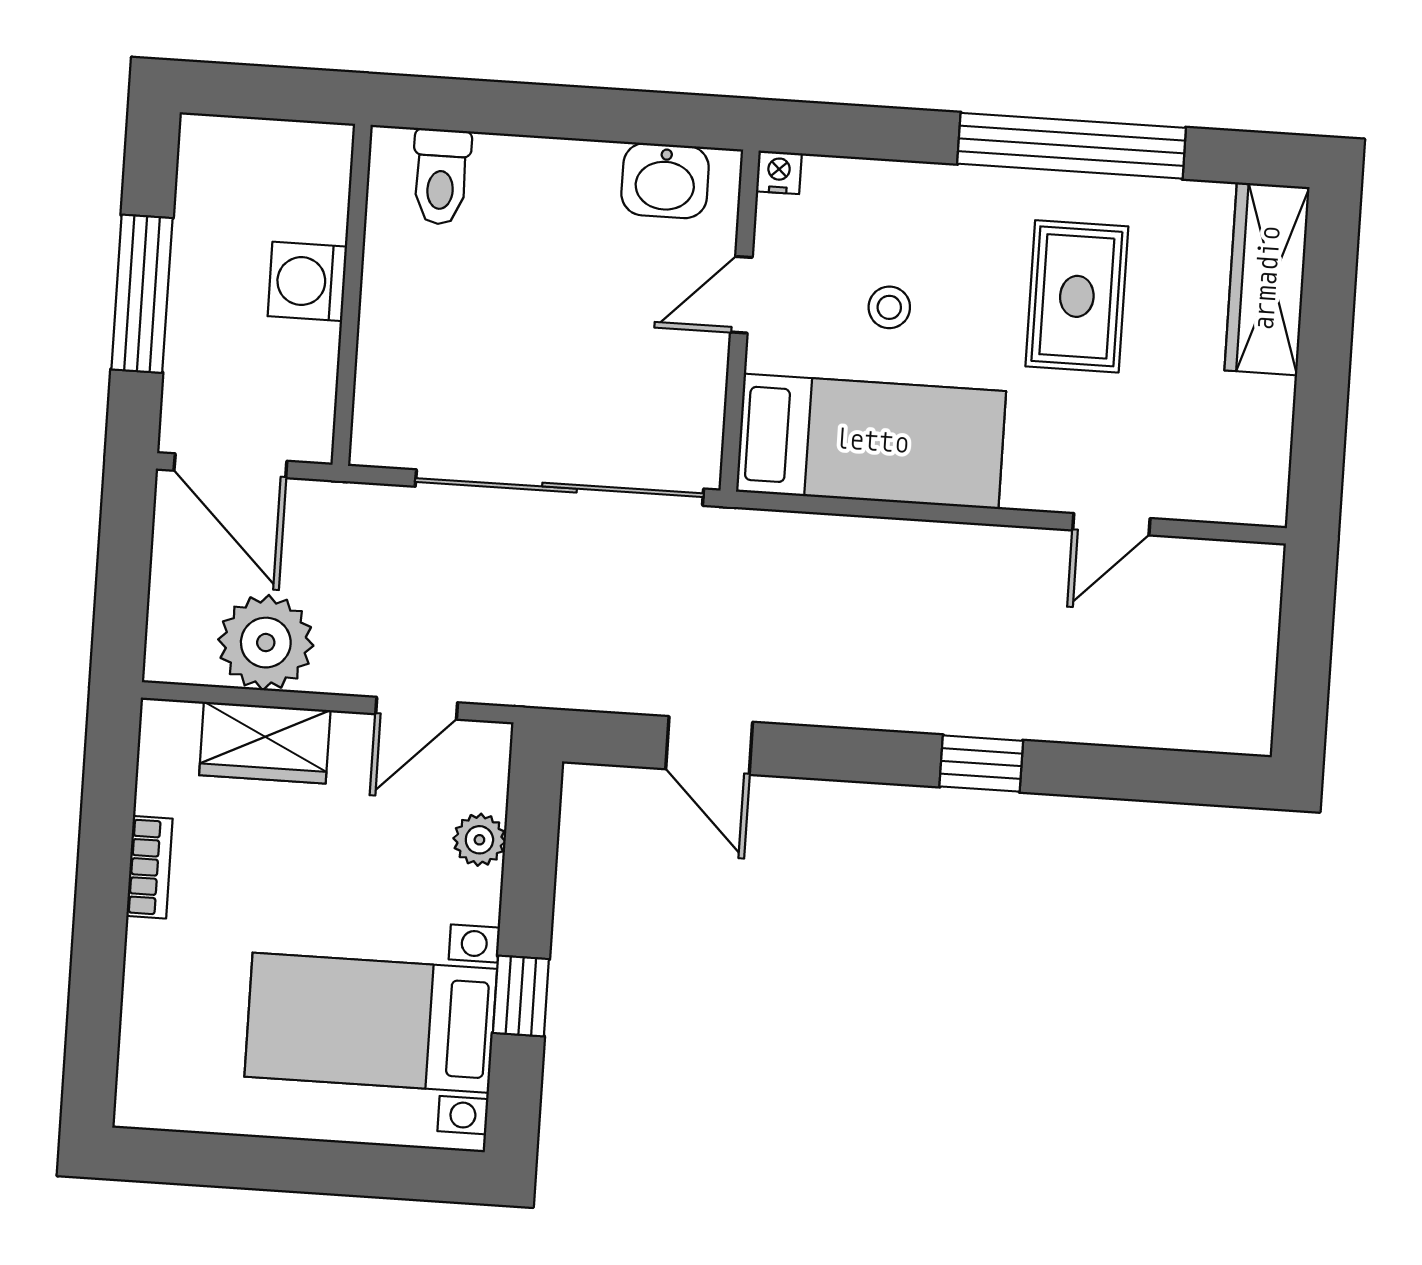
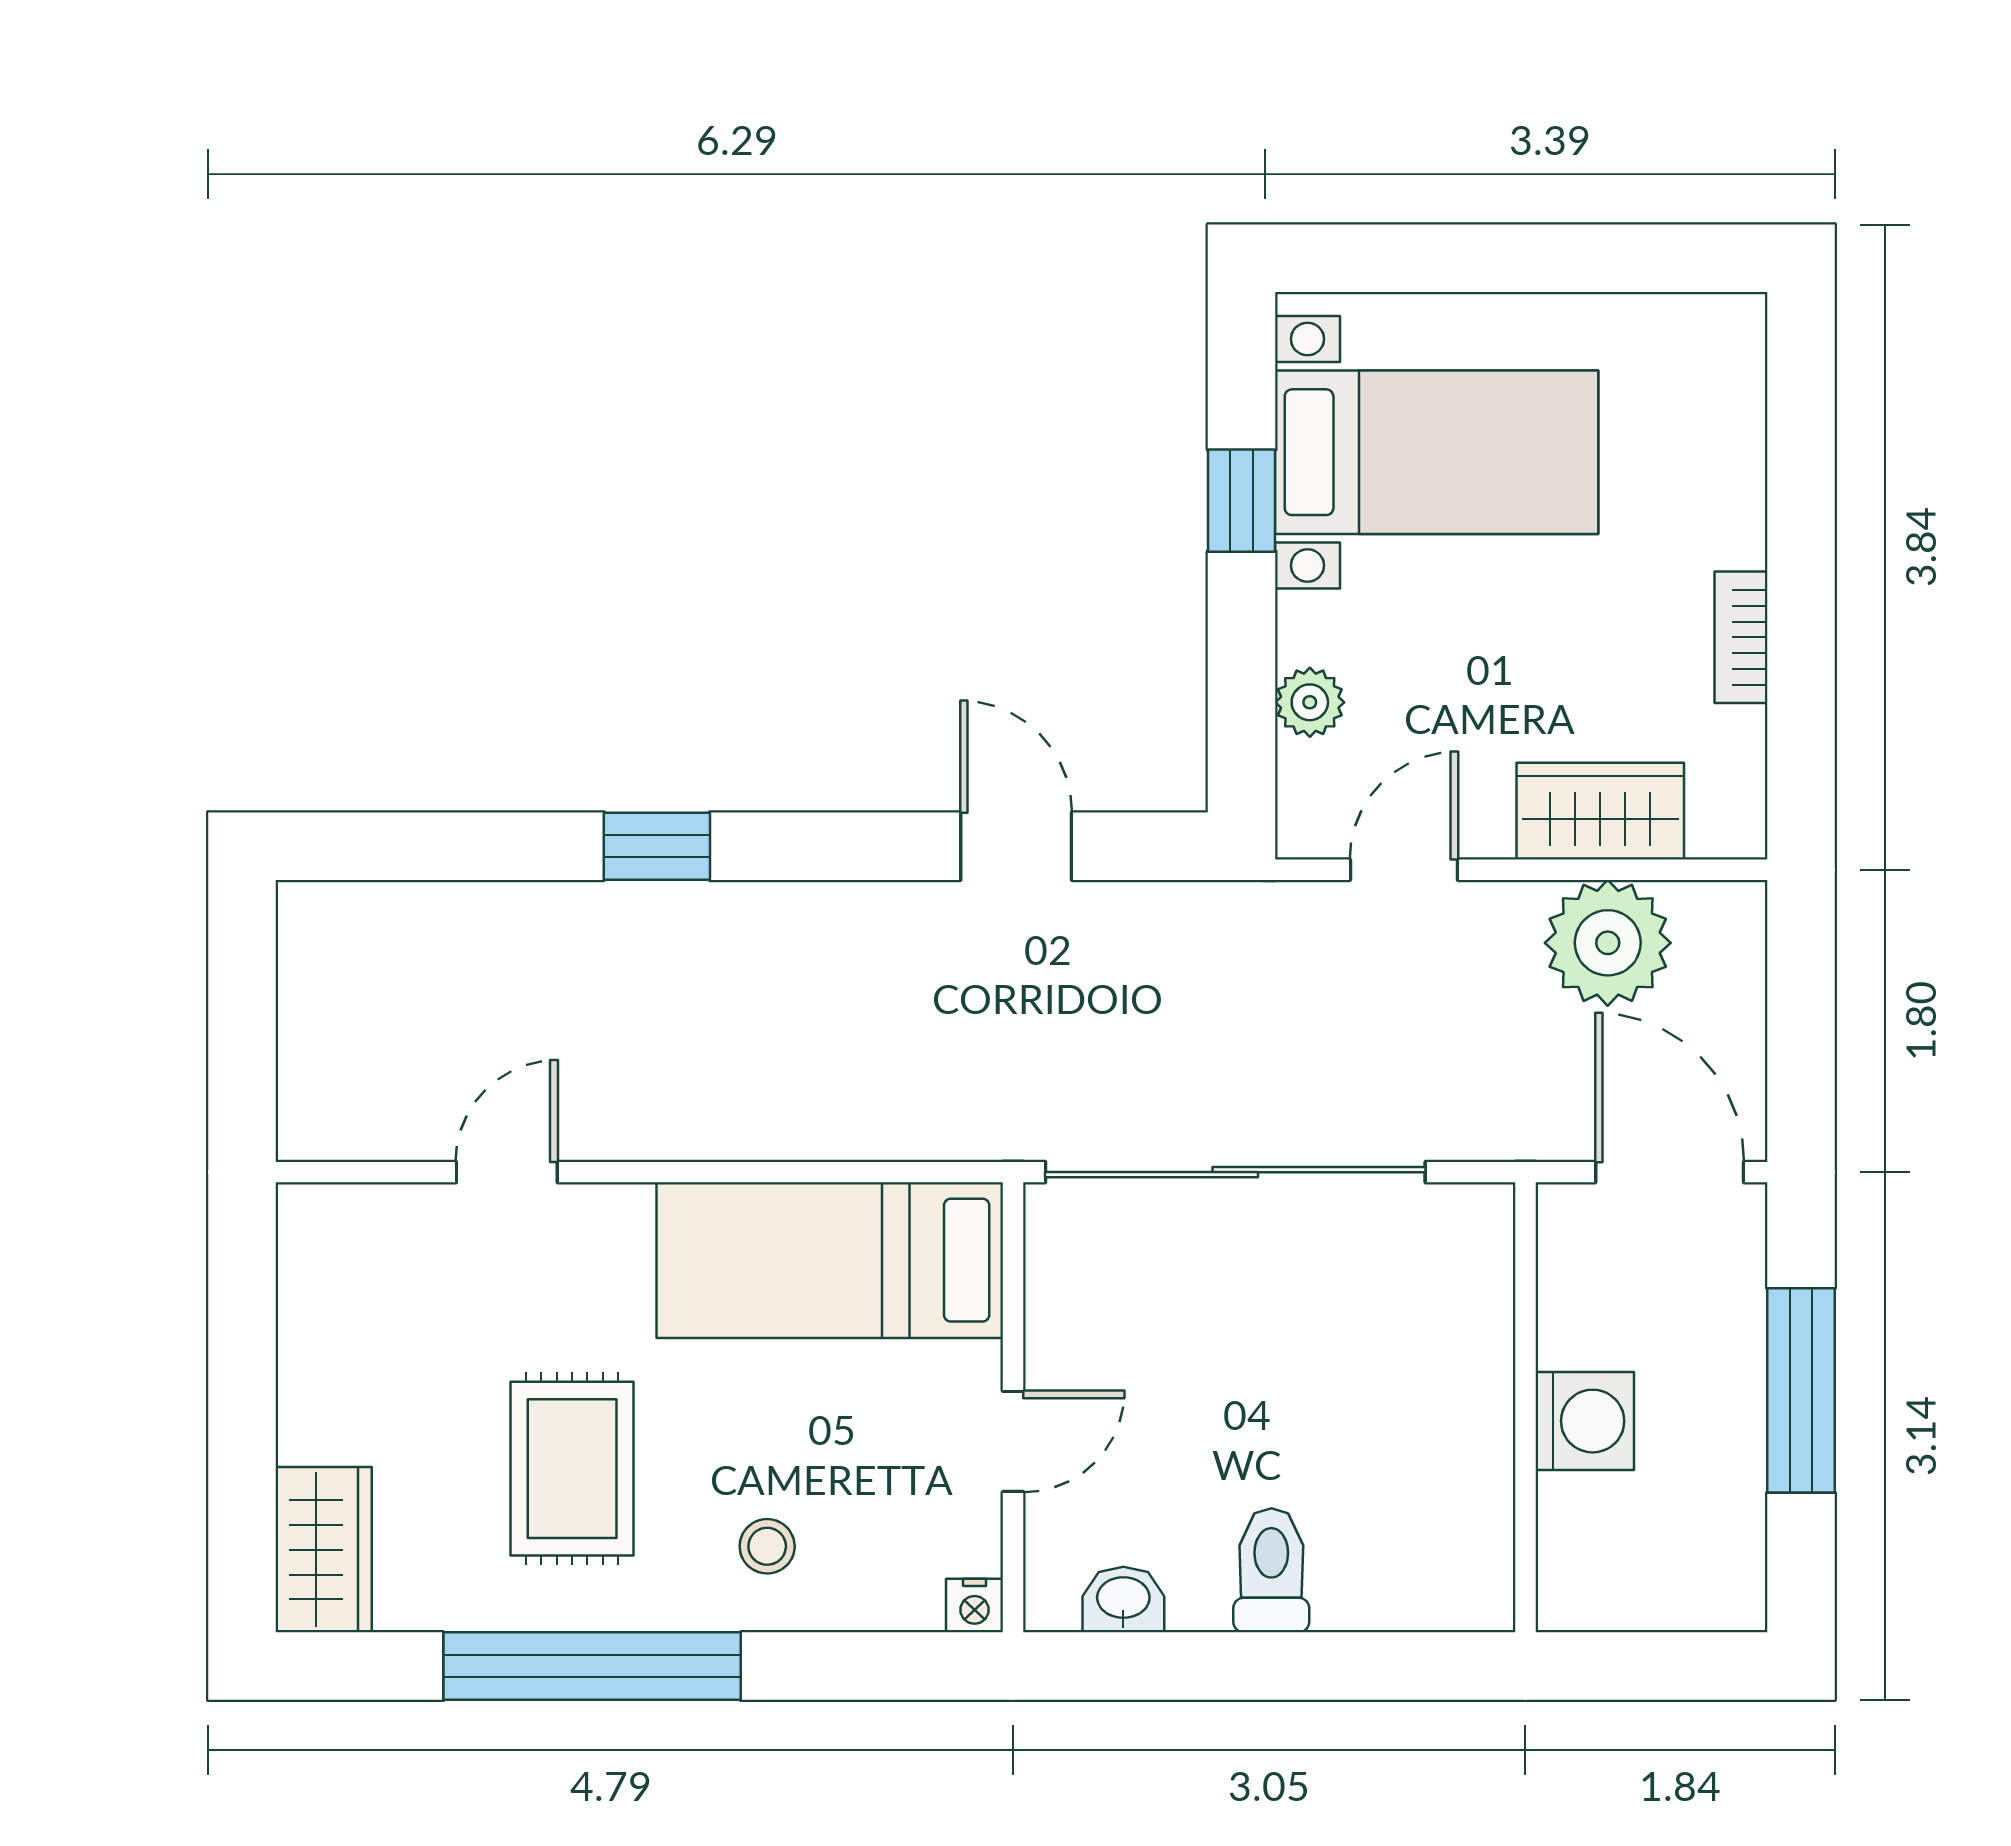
toilet: (441, 177) -> (1271, 1570), moved
washbasin: (665, 181) -> (1123, 1600), width x0.72, depth x0.69
wardrobe: (1267, 279) -> (324, 1550), width x0.67
stool: (889, 307) -> (767, 1546), moved

